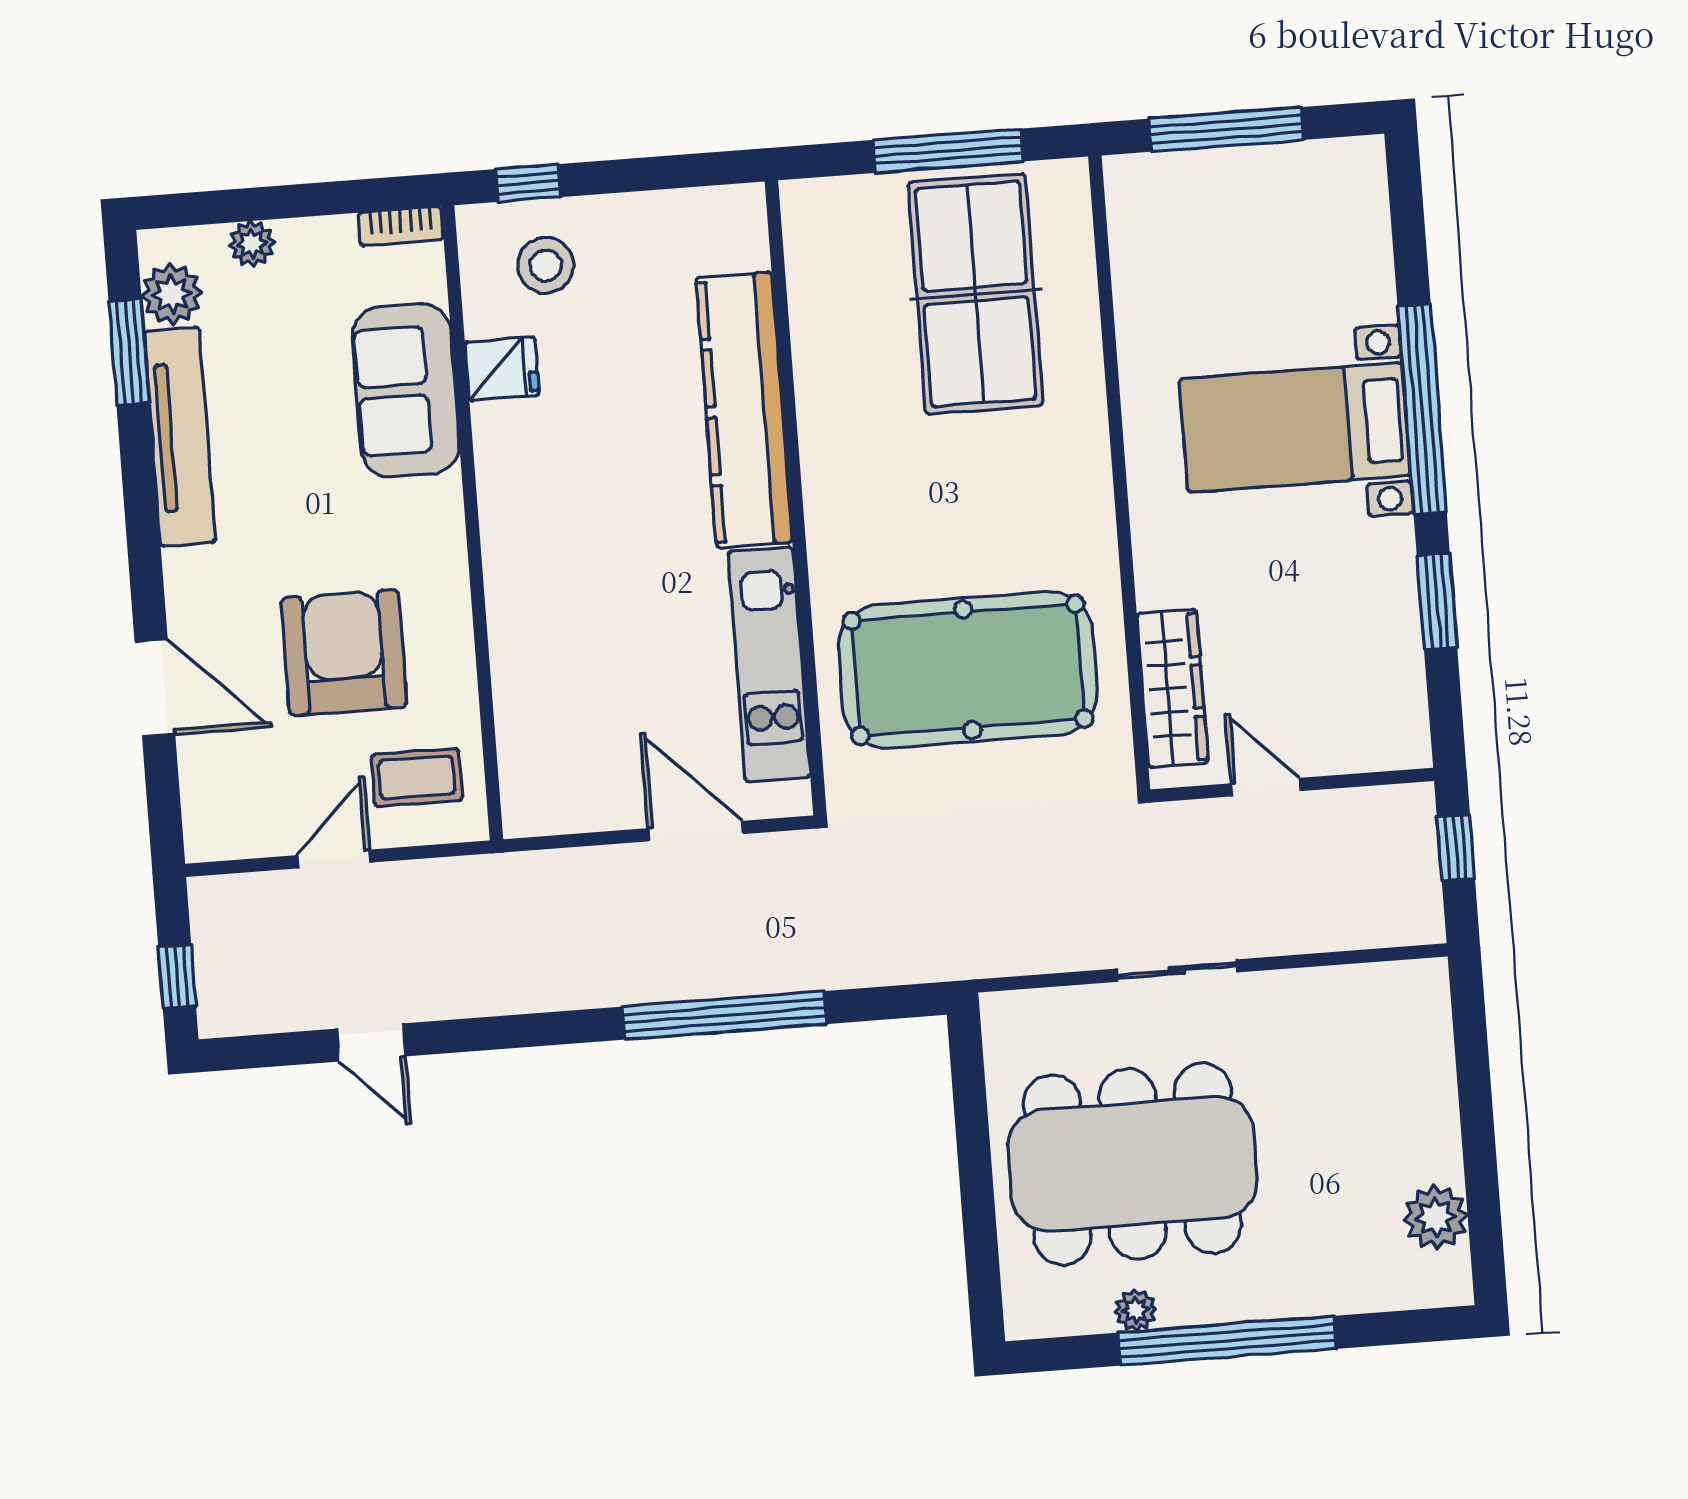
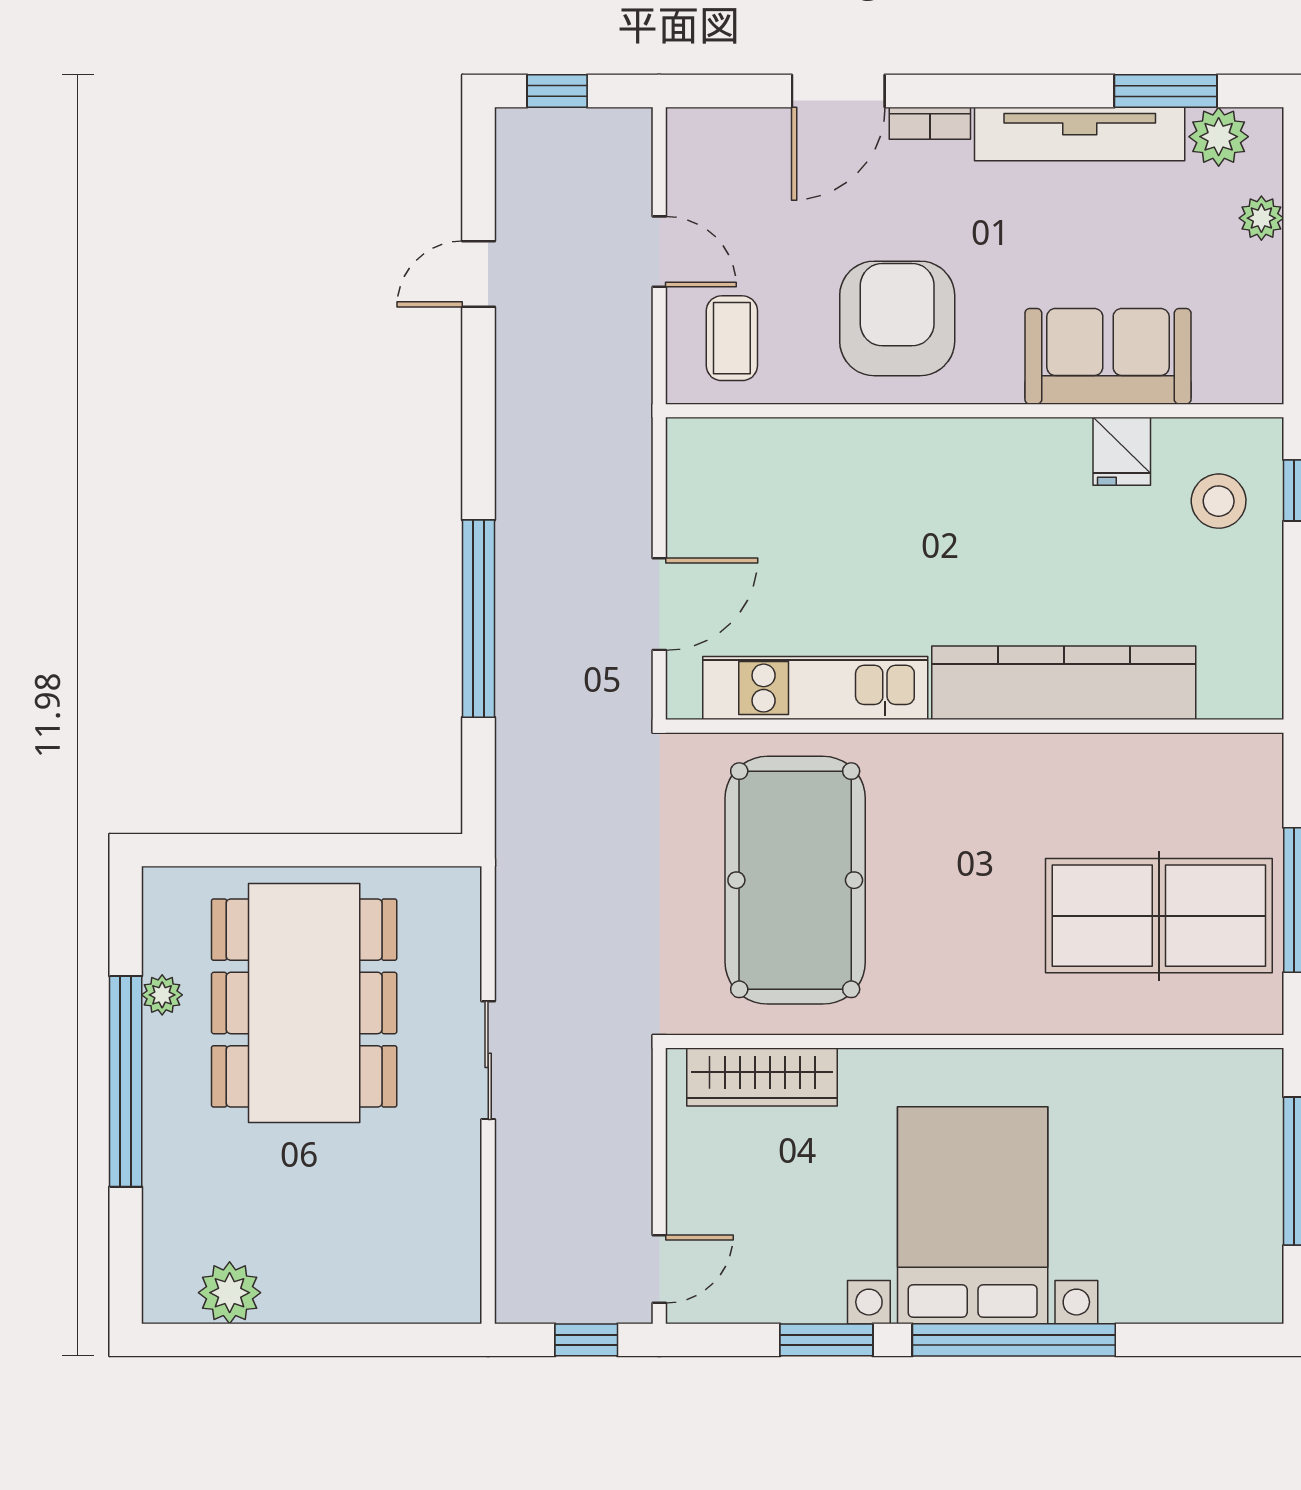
bookcase: (401, 226) -> (930, 123), moved, turned -90
bed with nightstands: (1295, 427) -> (973, 1215), width x1.36
armchair: (344, 652) -> (897, 318), moved, turned -90
door: (1266, 787) -> (659, 1269), moved

